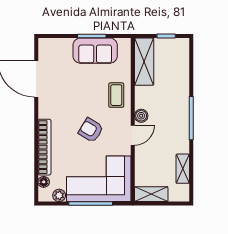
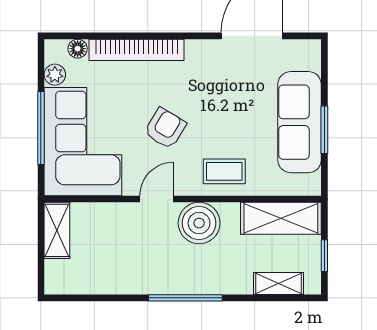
sofa: (95, 51) -> (300, 122), width x1.36
boiler: (141, 116) -> (199, 223), width x1.86, depth x1.86
door: (133, 135) -> (157, 199), swing flipped
shelving: (183, 169) -> (279, 283), moved

